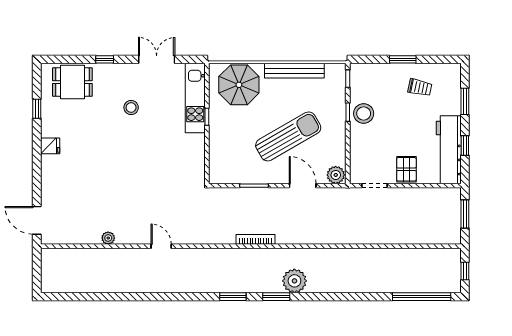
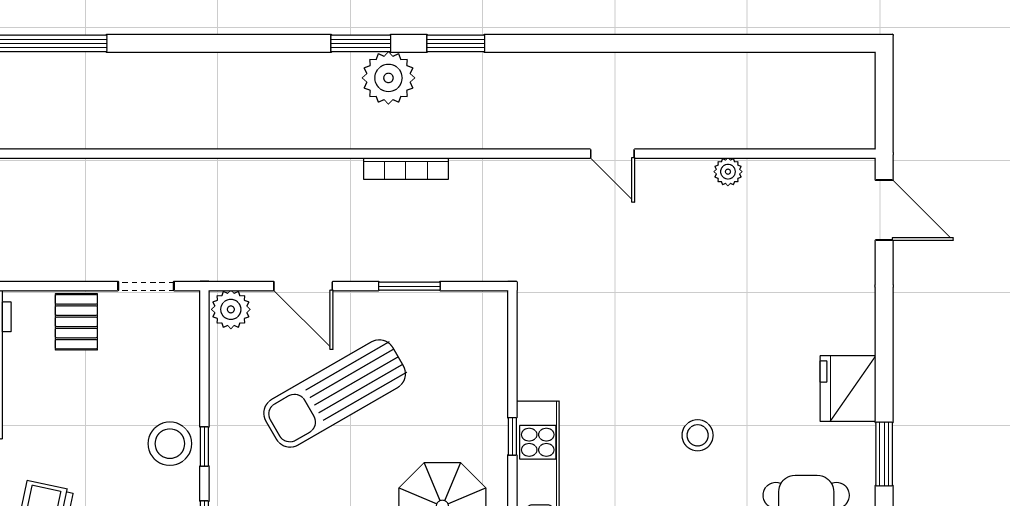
stool: (131, 107) -> (698, 435), moved
window: (37, 109) -> (884, 454), width x1.50
fridge: (50, 146) -> (848, 389), width x1.88, depth x1.34
plant: (294, 281) -> (388, 78), moved

